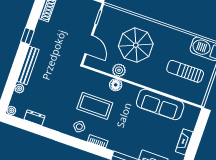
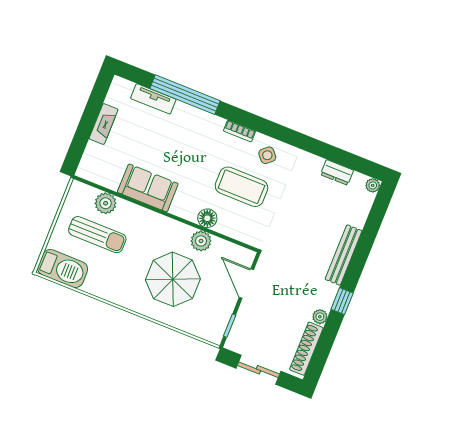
plant: (19, 88) -> (320, 317), moved
plant: (181, 91) -> (106, 203), added
sofa: (160, 104) -> (148, 188), width x0.73

